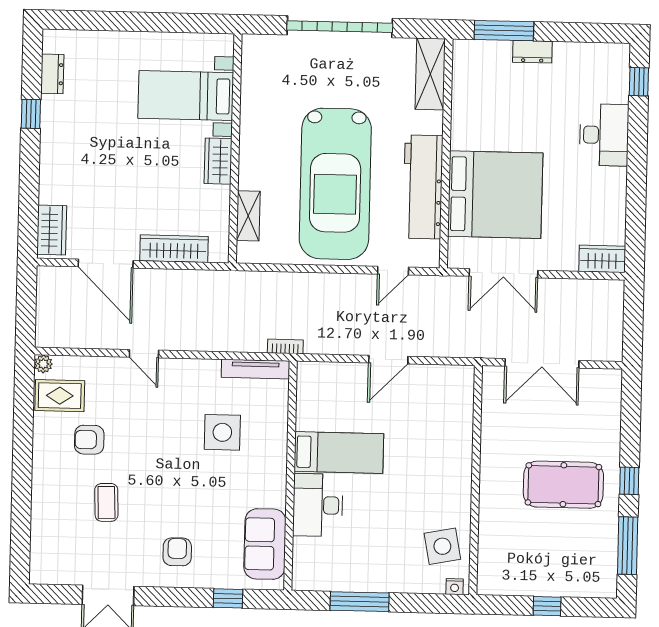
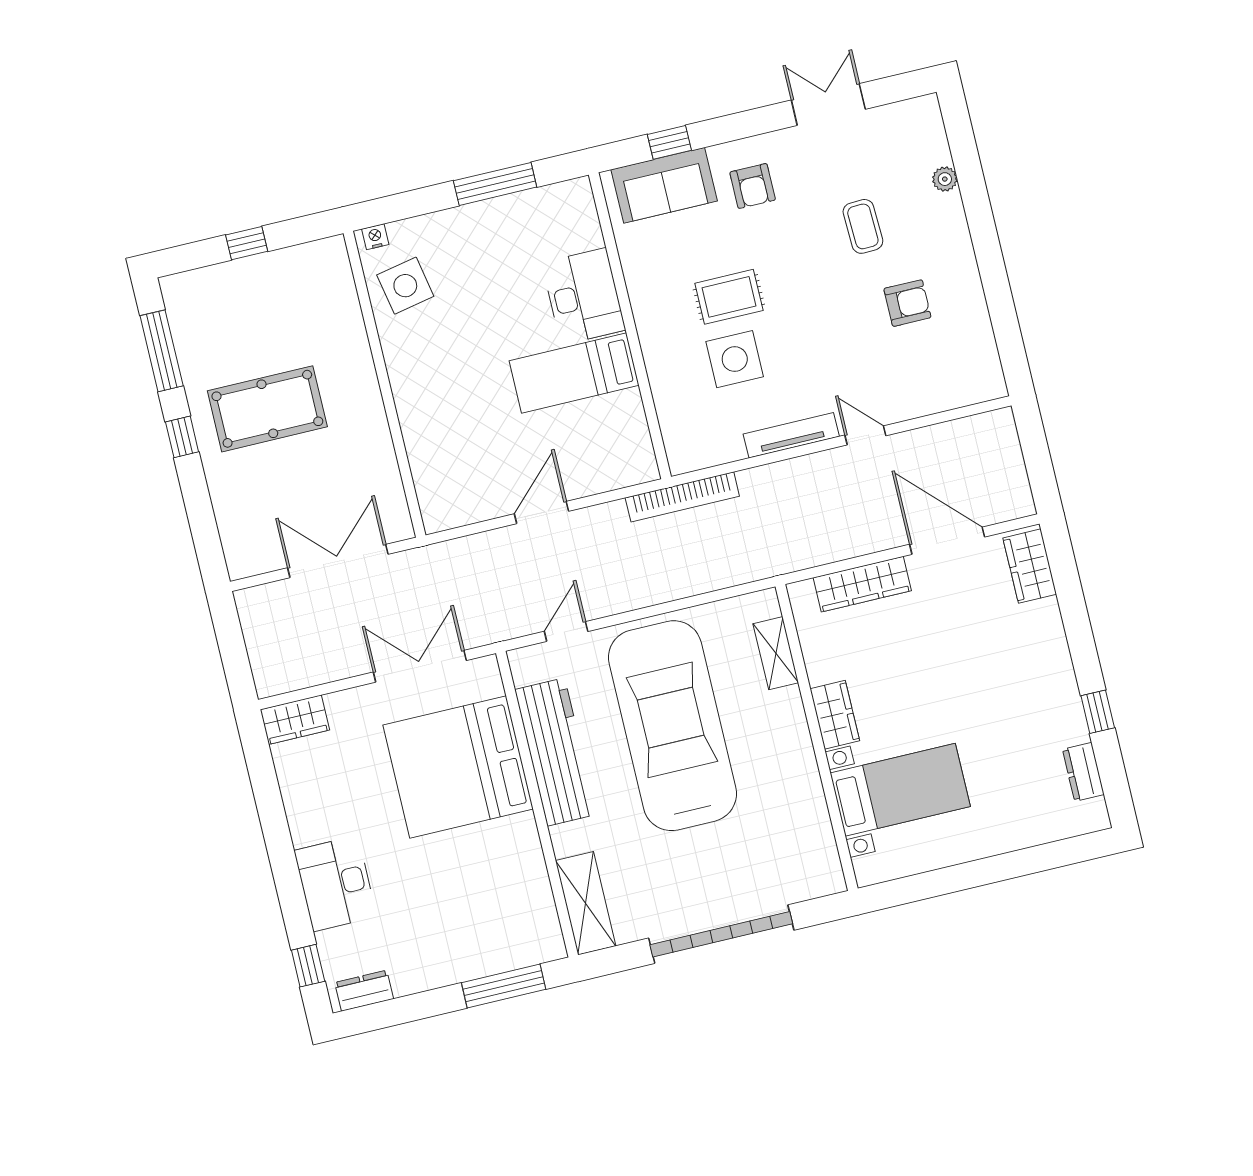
dresser: (532, 52) -> (364, 991), moved
bookcase: (285, 346) -> (682, 497), width x2.31, depth x1.31
plant: (43, 364) -> (945, 179), moved
tv unit: (256, 369) -> (791, 435), moved
rug: (60, 396) -> (729, 297), moved
sofa: (265, 544) -> (664, 185), moved, turned 90

